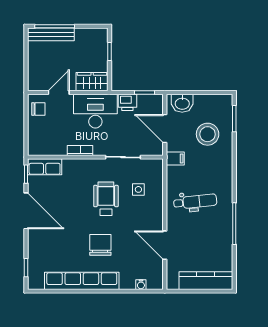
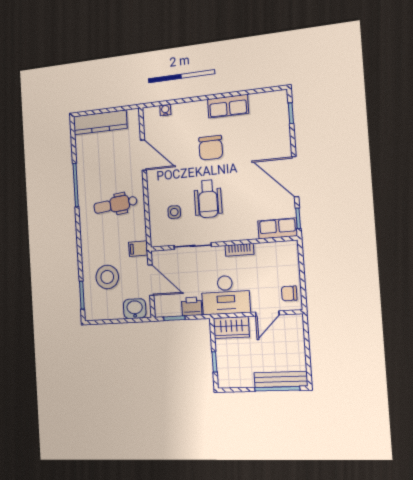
row of seats: (82, 281) -> (228, 106), width x0.50

